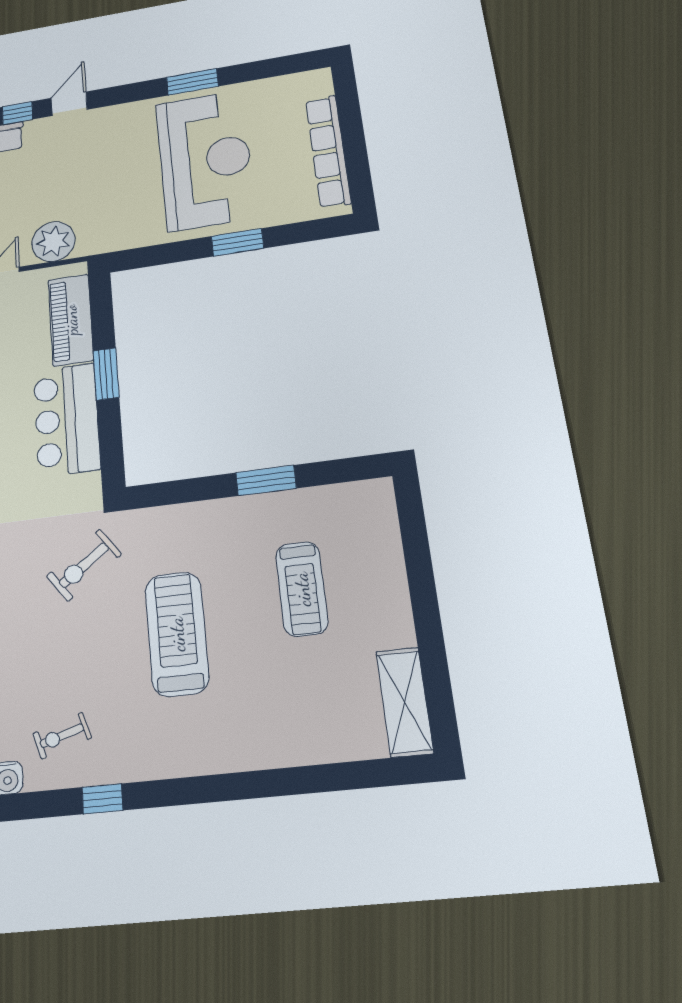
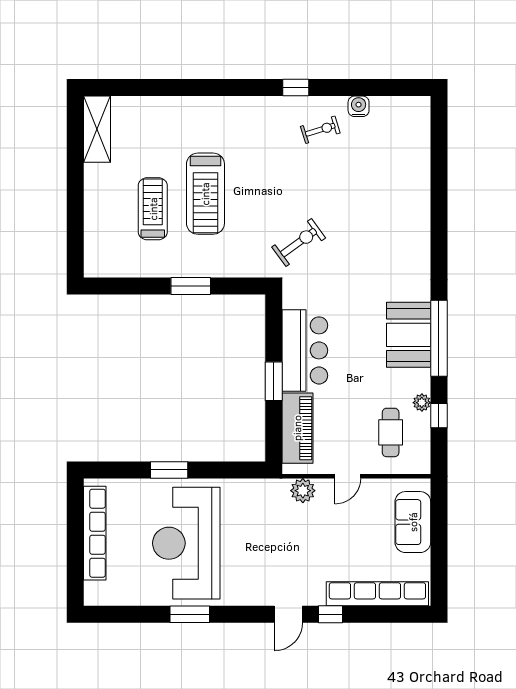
plant: (53, 242) -> (303, 491), width x0.73, depth x0.73
window: (266, 480) -> (191, 286), moved
treadmill: (177, 634) -> (205, 194), moved

